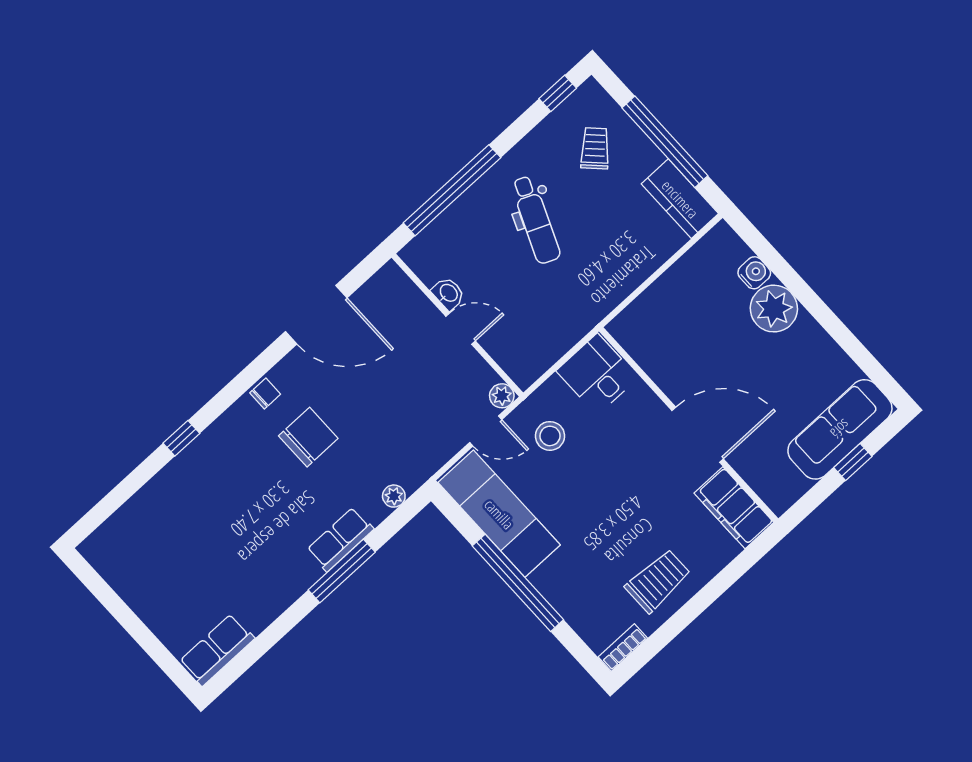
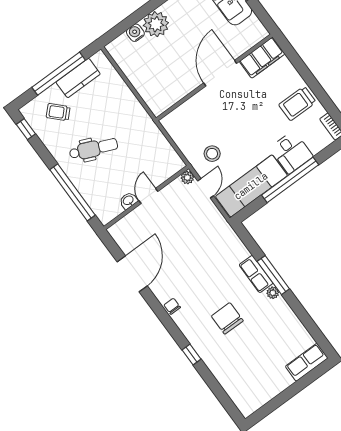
kitchen counter: (680, 199) -> (78, 78), moved
desk: (597, 374) -> (291, 152), moved, turned -90
chair: (308, 437) -> (227, 318), moved
plant: (394, 496) -> (273, 293), moved
trolley: (658, 581) -> (297, 103), turned -90
row of seats: (217, 650) -> (307, 362), moved, turned 90

